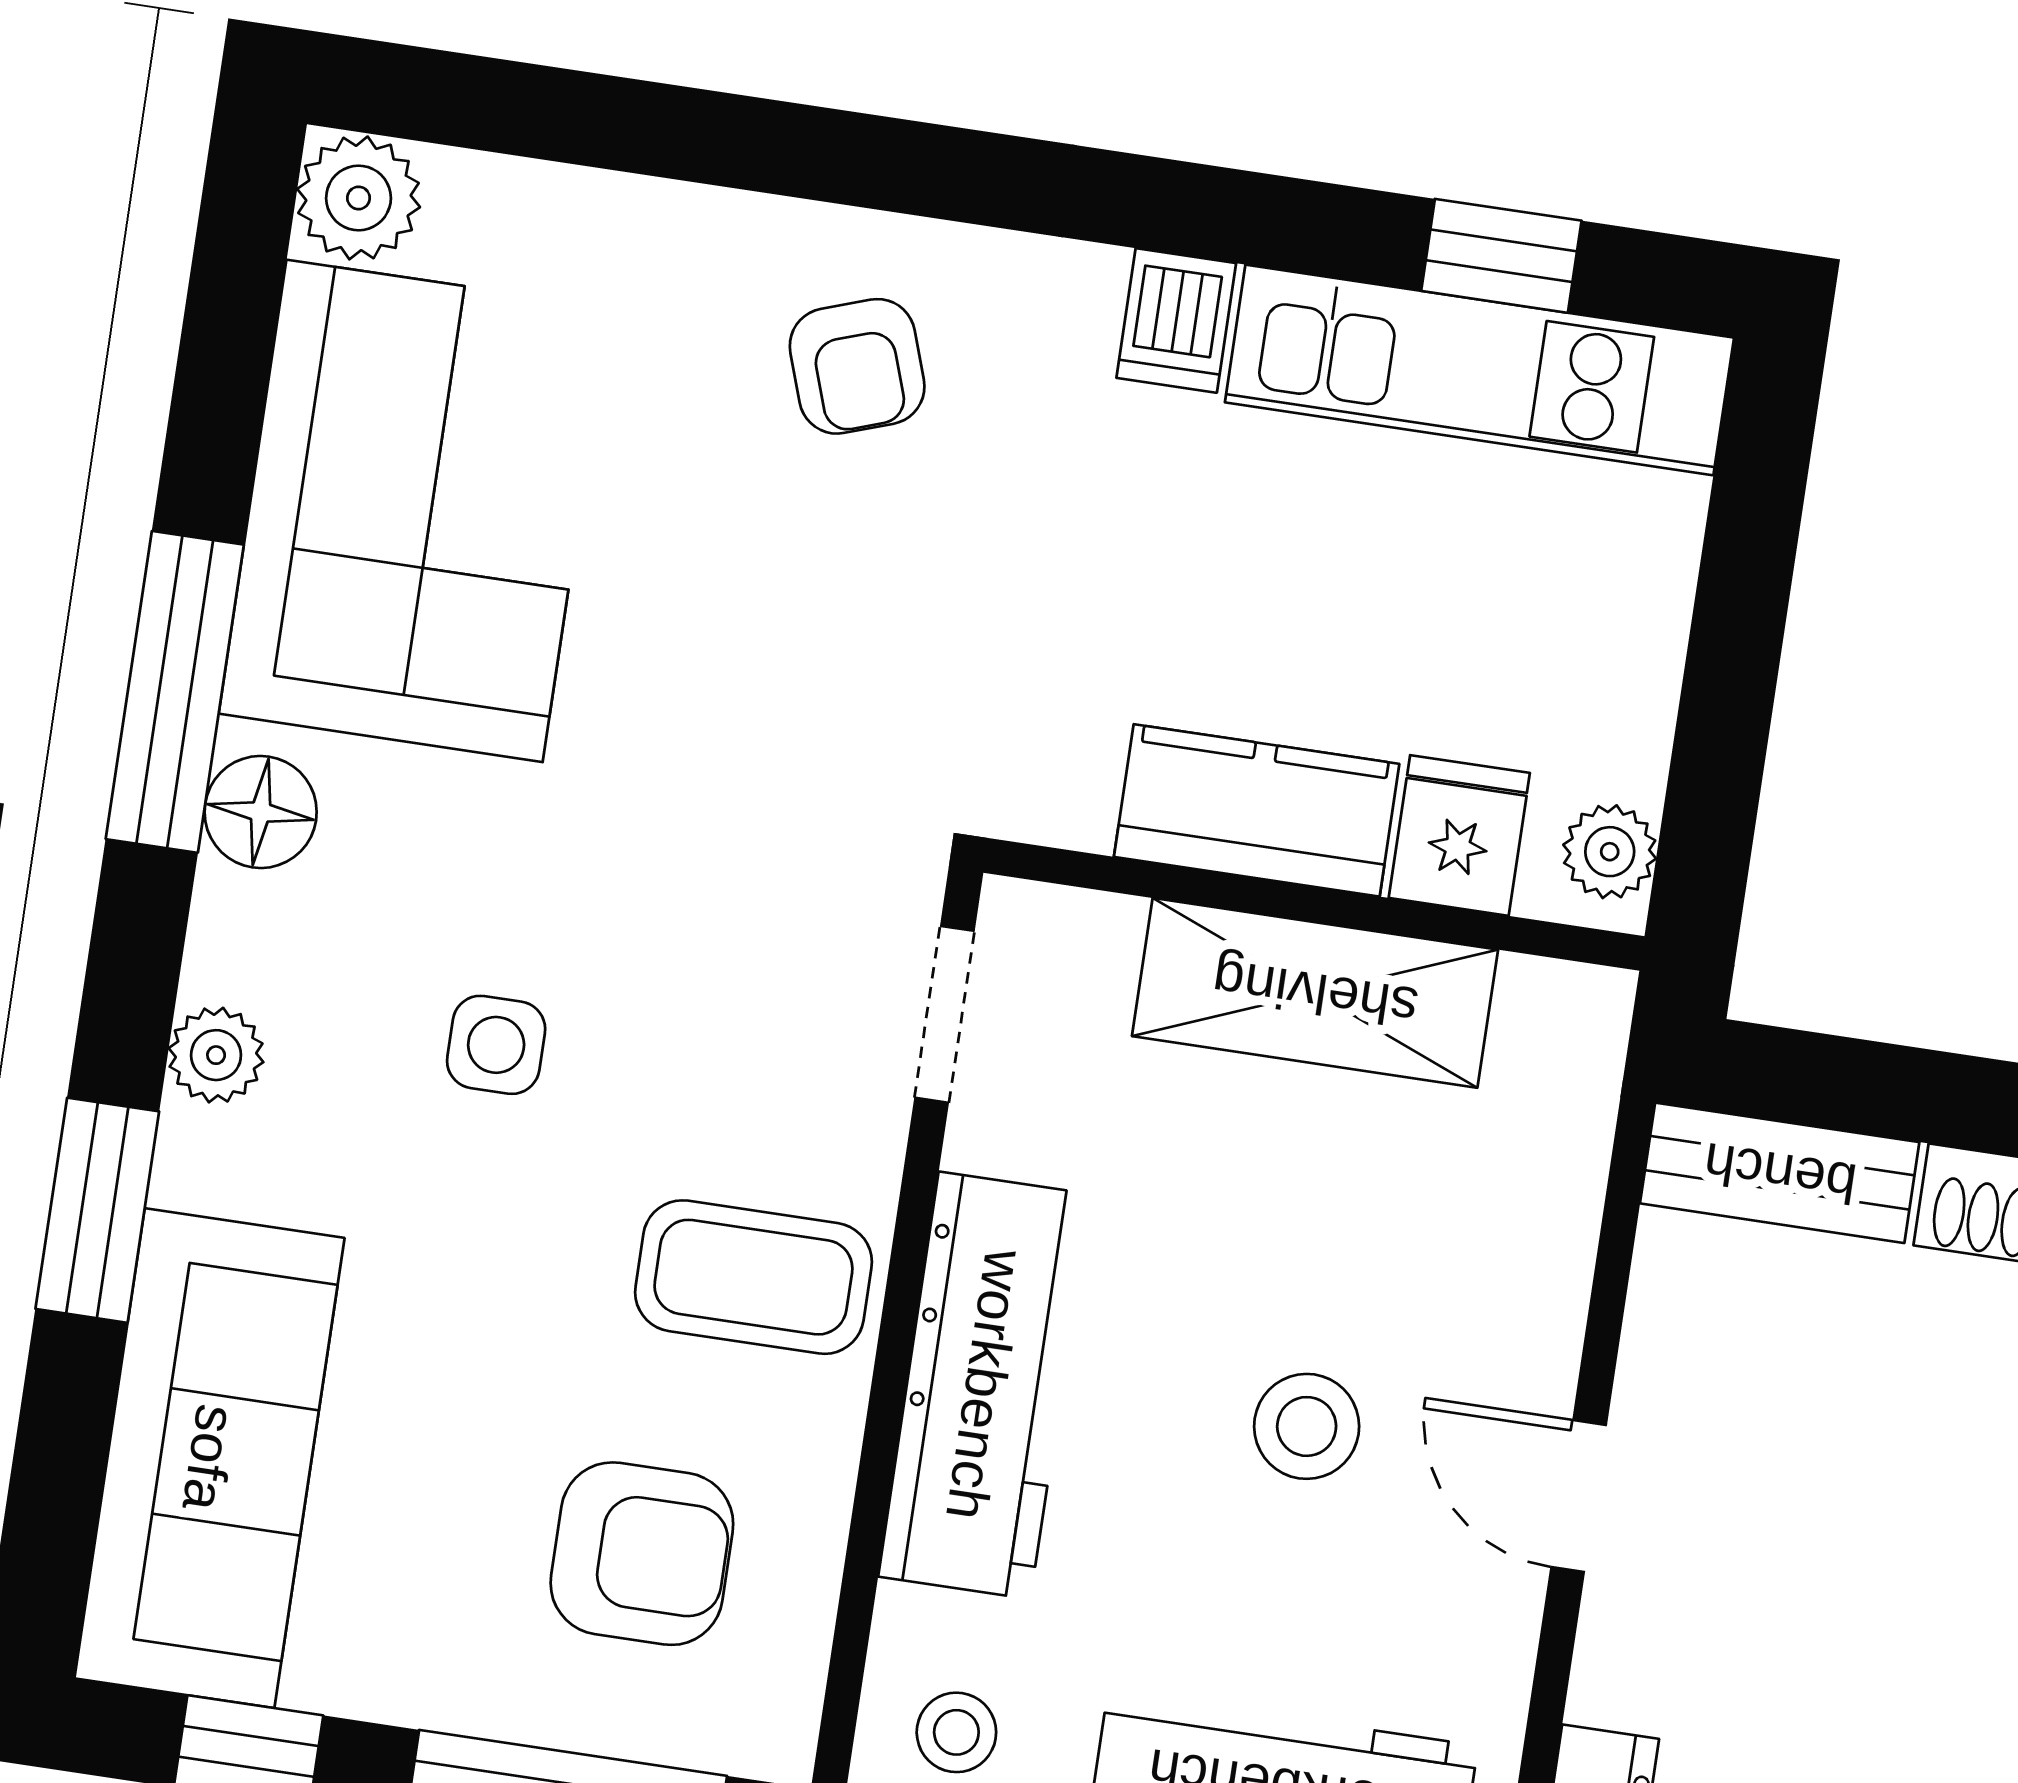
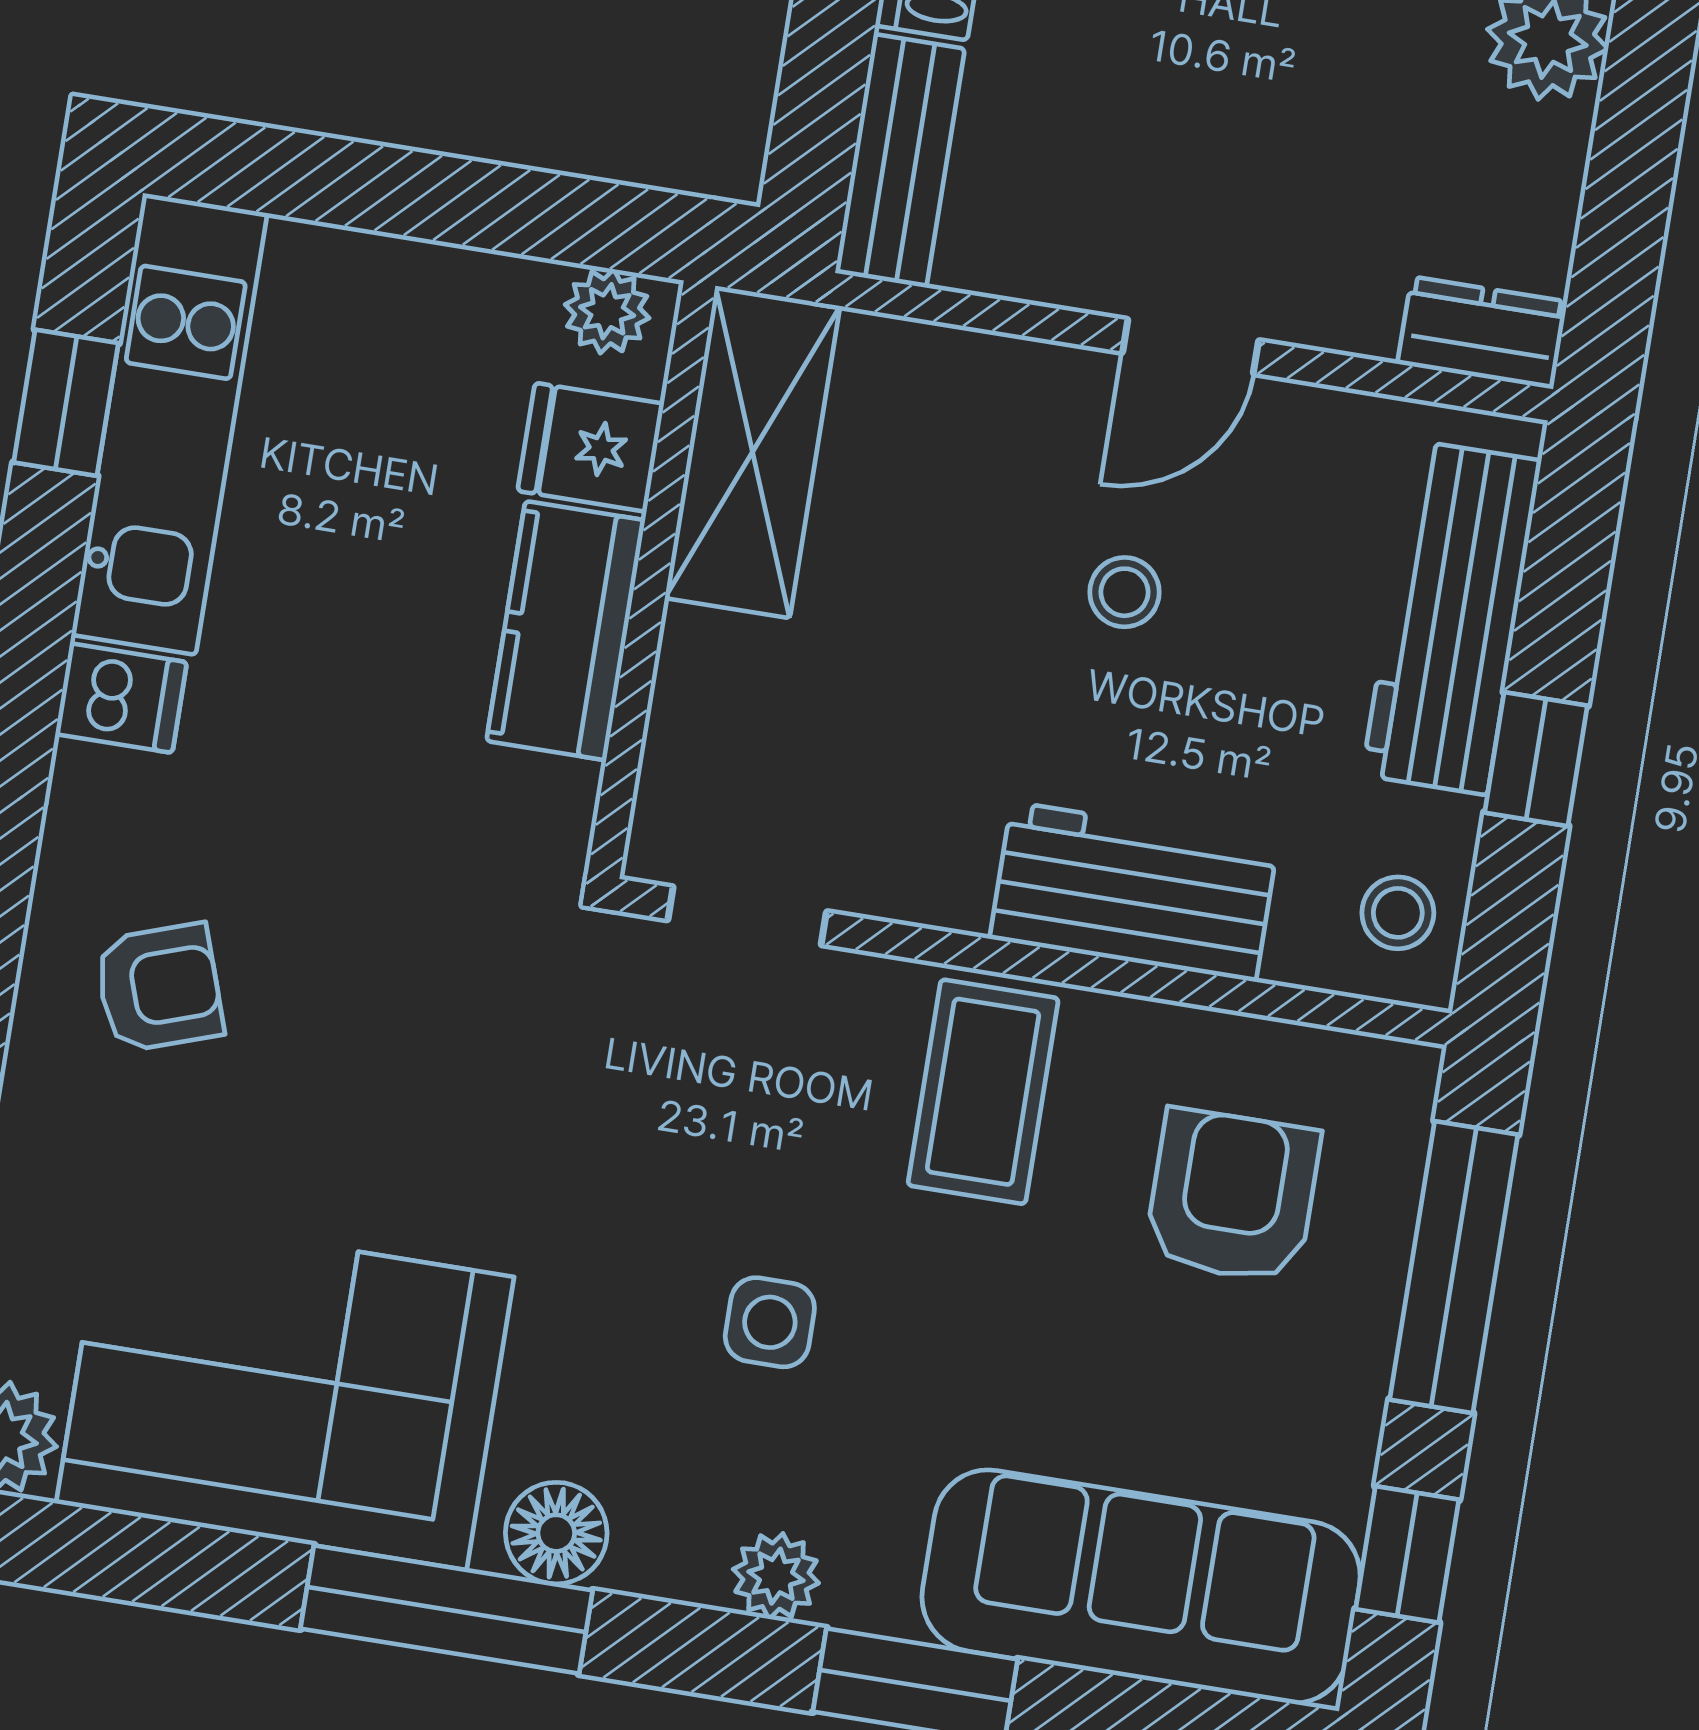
shelving: (1315, 993) -> (753, 452), moved
workbench: (985, 1385) -> (1134, 892), width x0.73
stool: (1307, 1426) -> (1125, 592), width x0.73, depth x0.73

